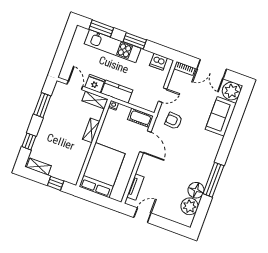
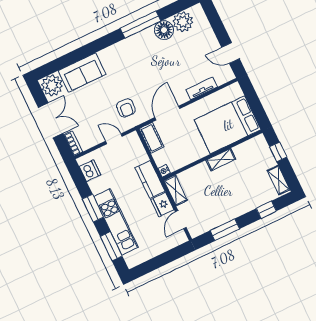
shelving: (91, 130) -> (221, 160), moved
tv unit: (135, 187) -> (202, 88), moved

